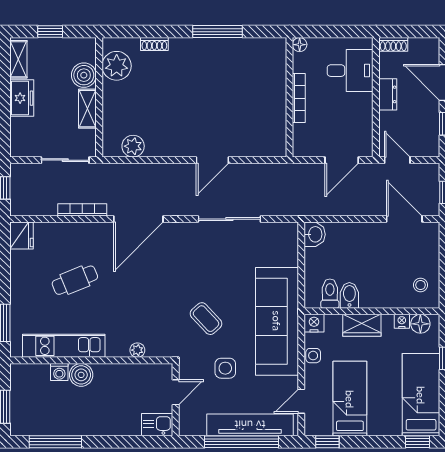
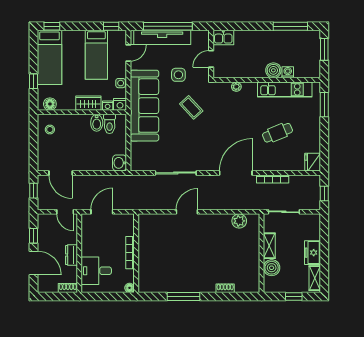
plant: (117, 66) -> (250, 274), removed
nightstand: (402, 321) -> (108, 106), moved

